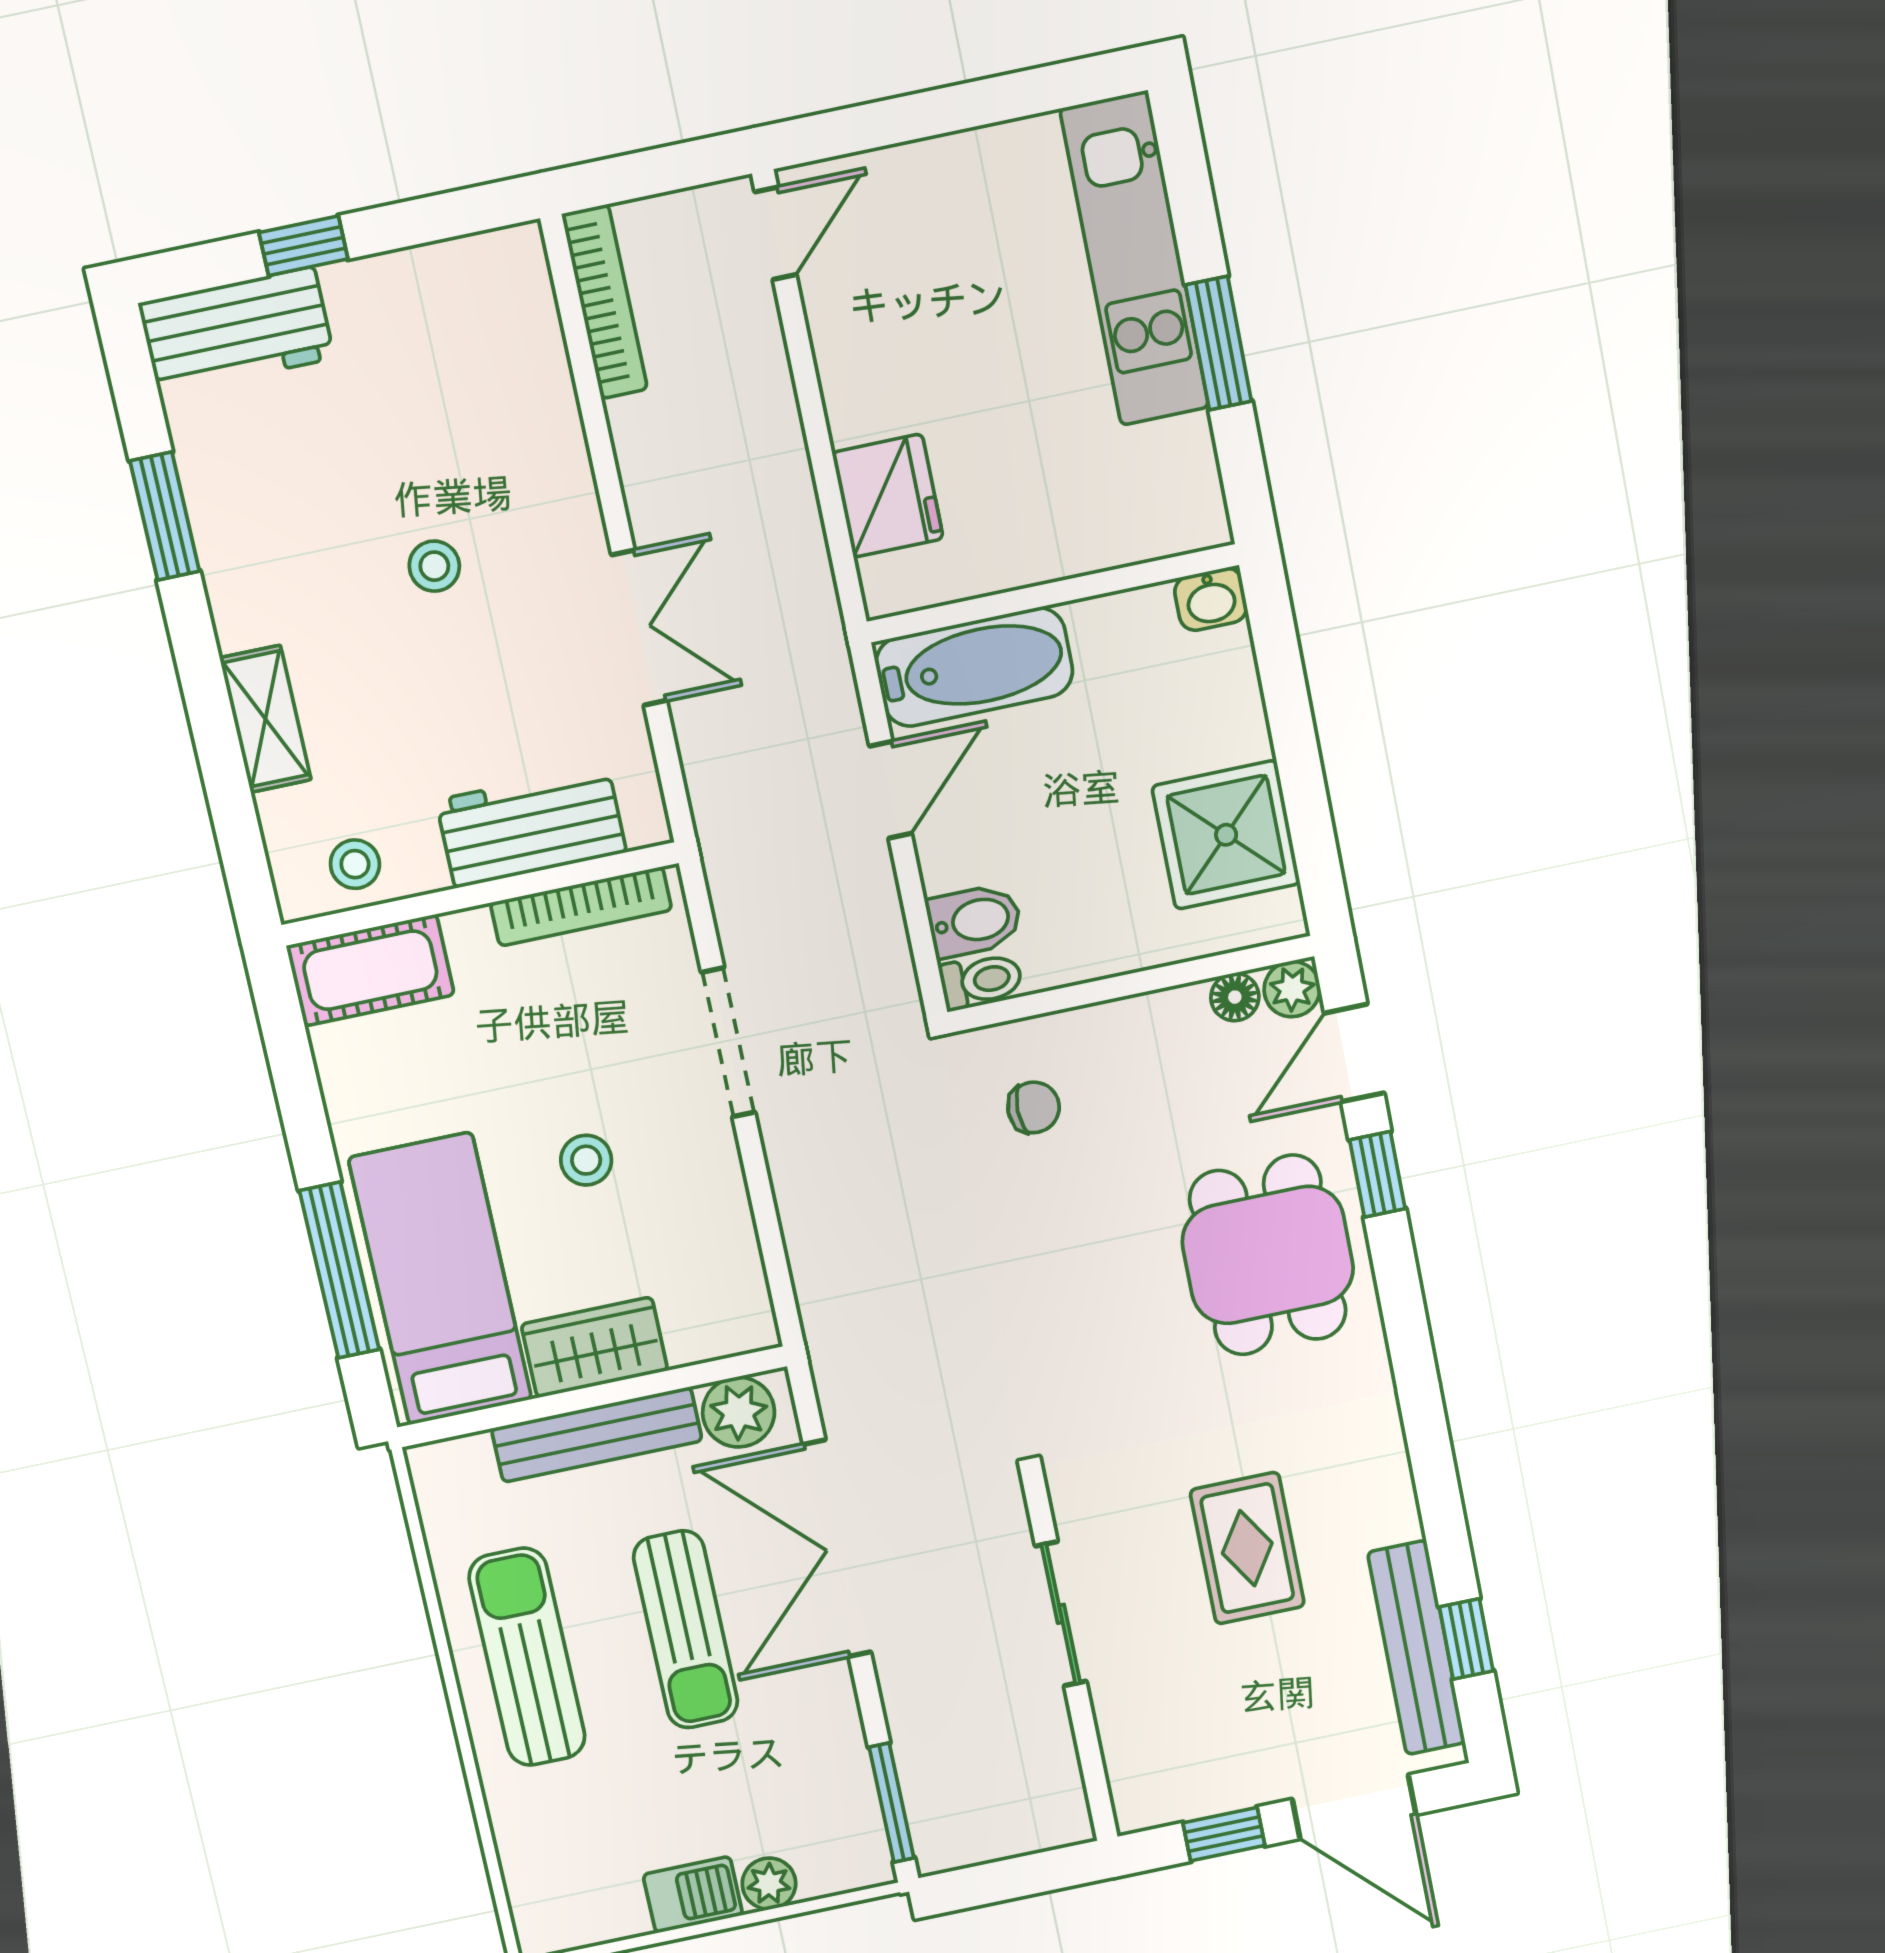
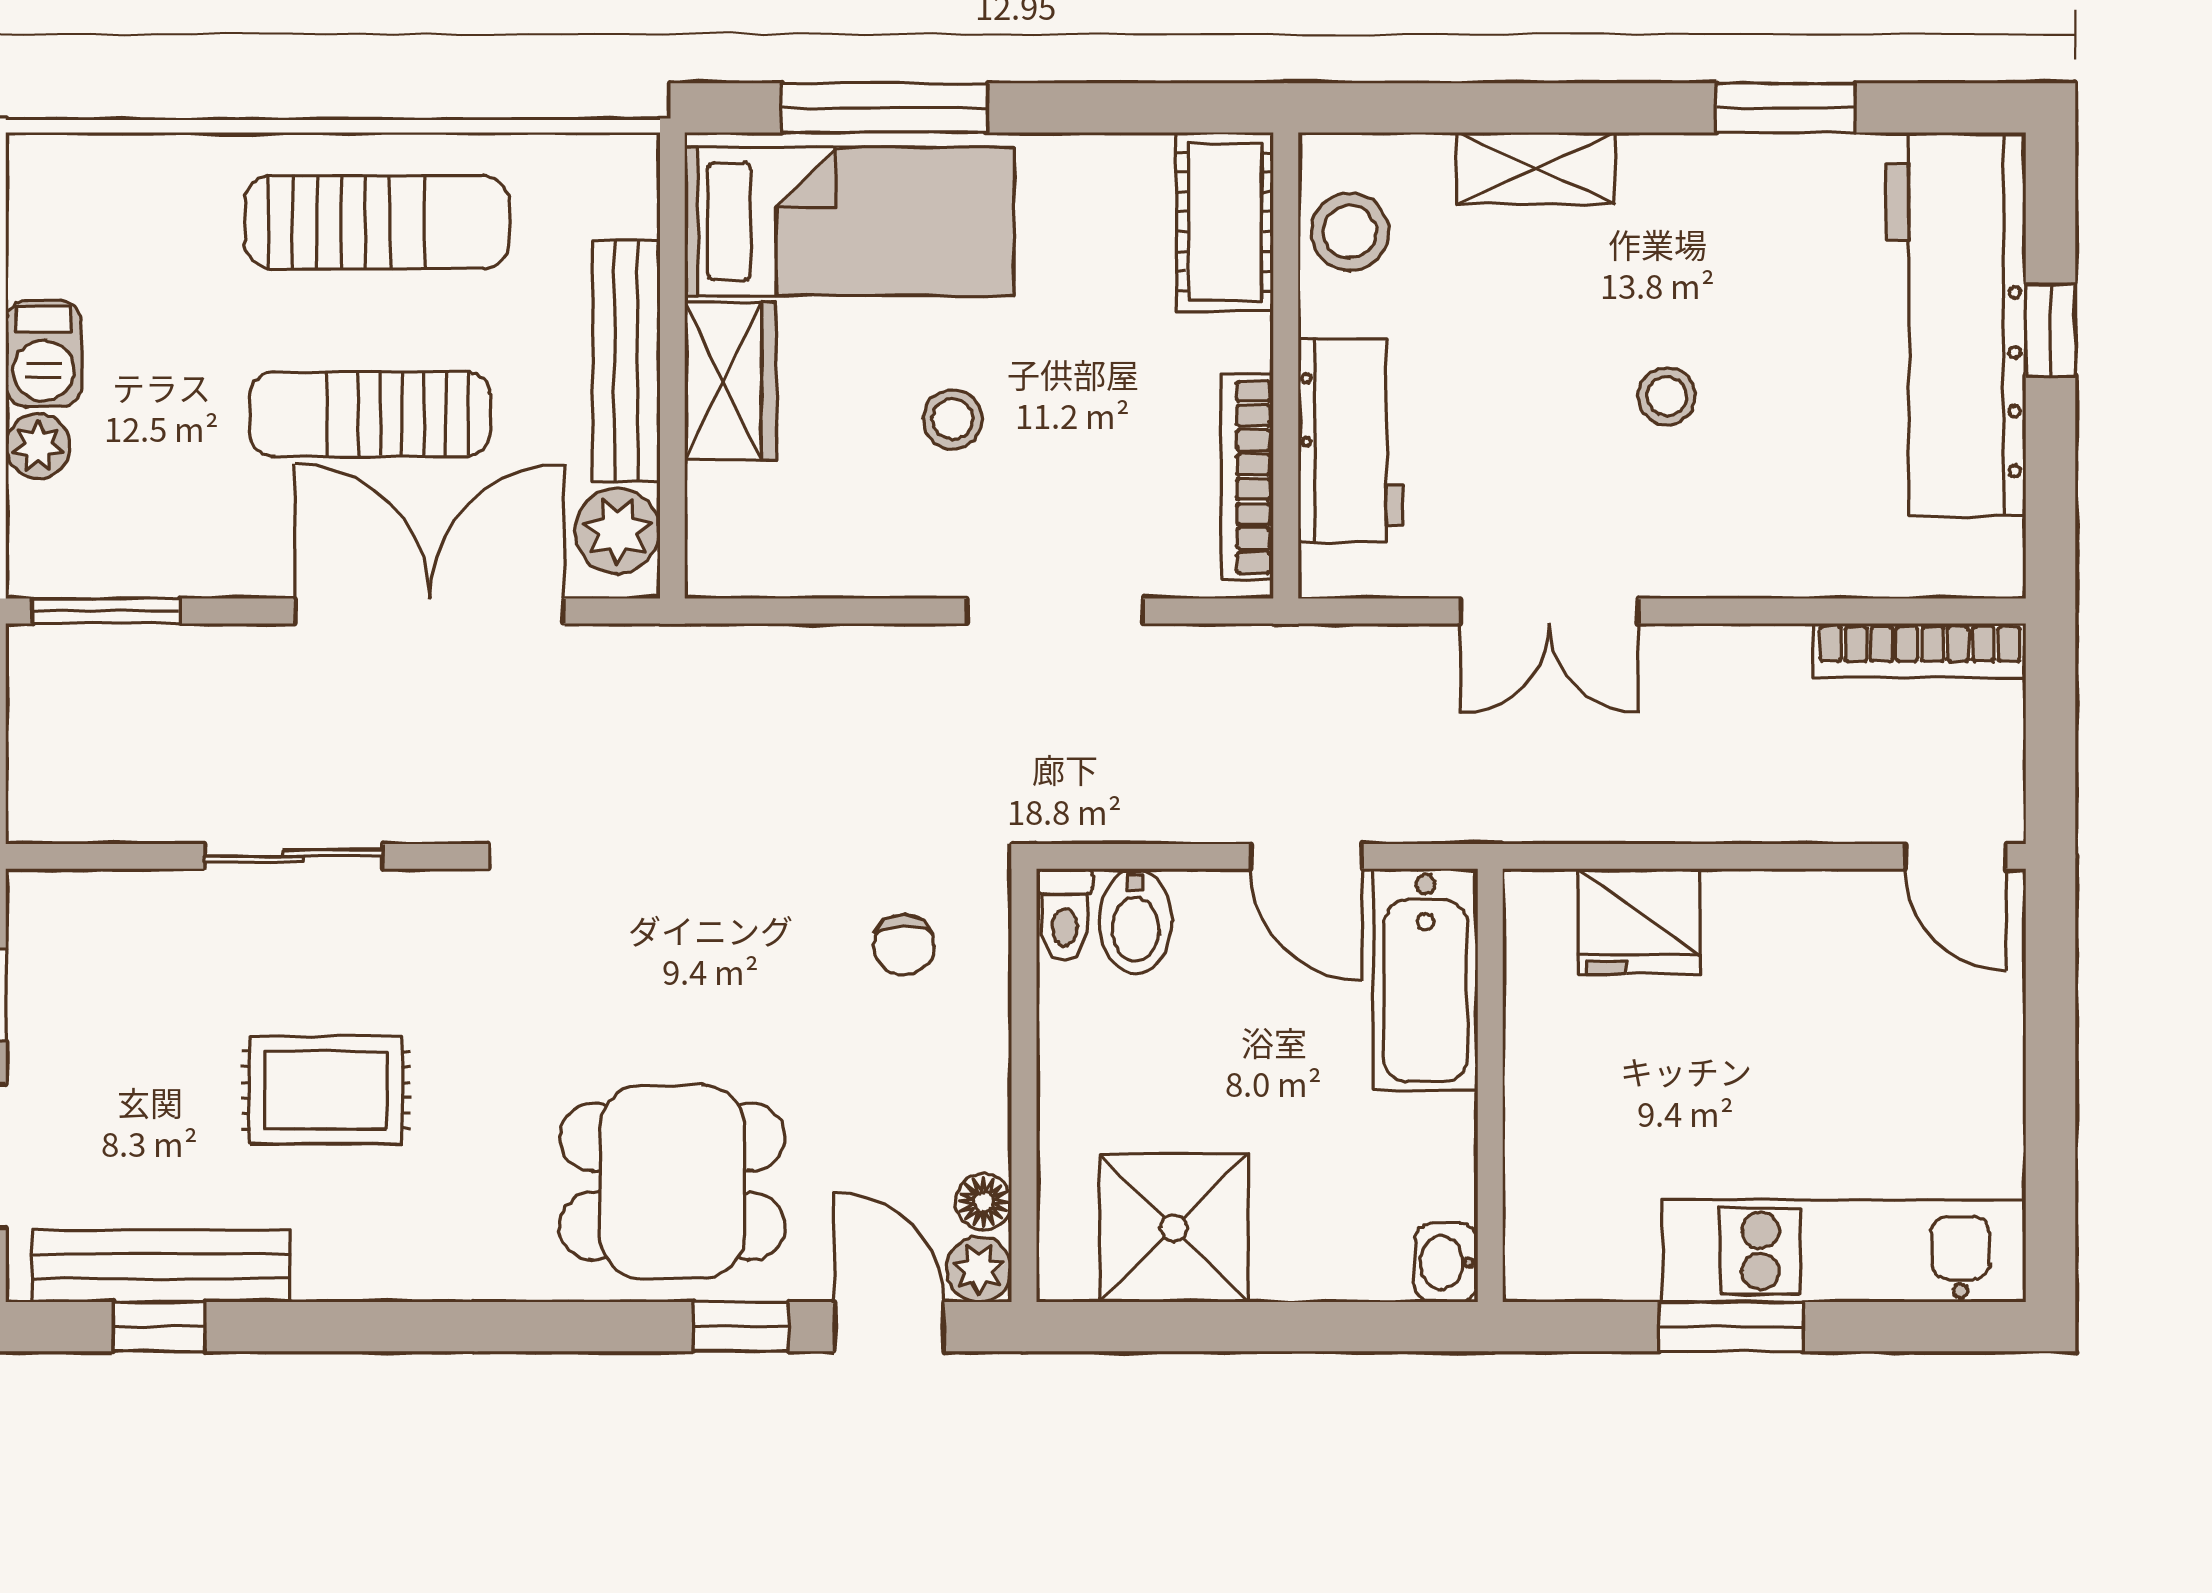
workbench: (236, 331) -> (1956, 324), width x1.88, depth x1.32
stool: (355, 864) -> (1350, 232), width x1.37, depth x1.37

